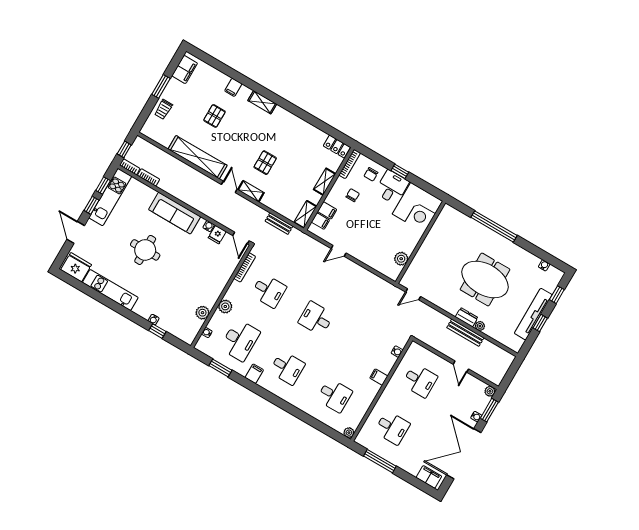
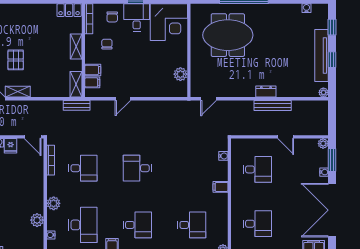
bench: (279, 224) -> (77, 105), moved
meeting table: (485, 279) -> (228, 35), moved
plant: (480, 326) -> (323, 92), moved

